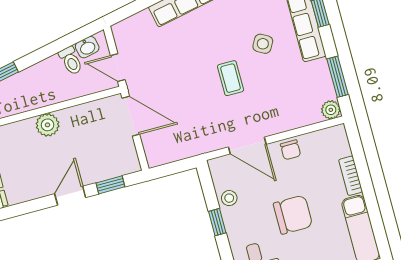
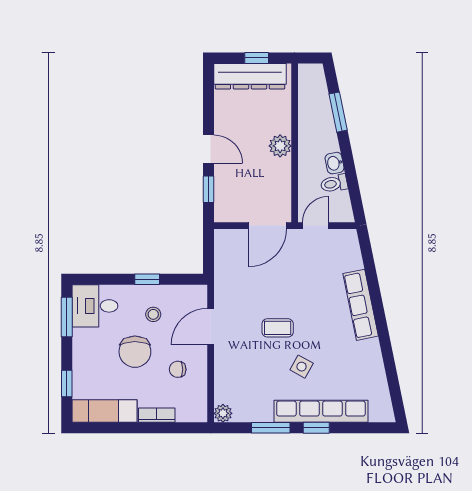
washbasin: (87, 47) -> (335, 163), moved
window: (337, 77) -> (271, 428), moved
chair: (291, 150) -> (178, 369), moved
stool: (229, 198) -> (153, 314), moved

